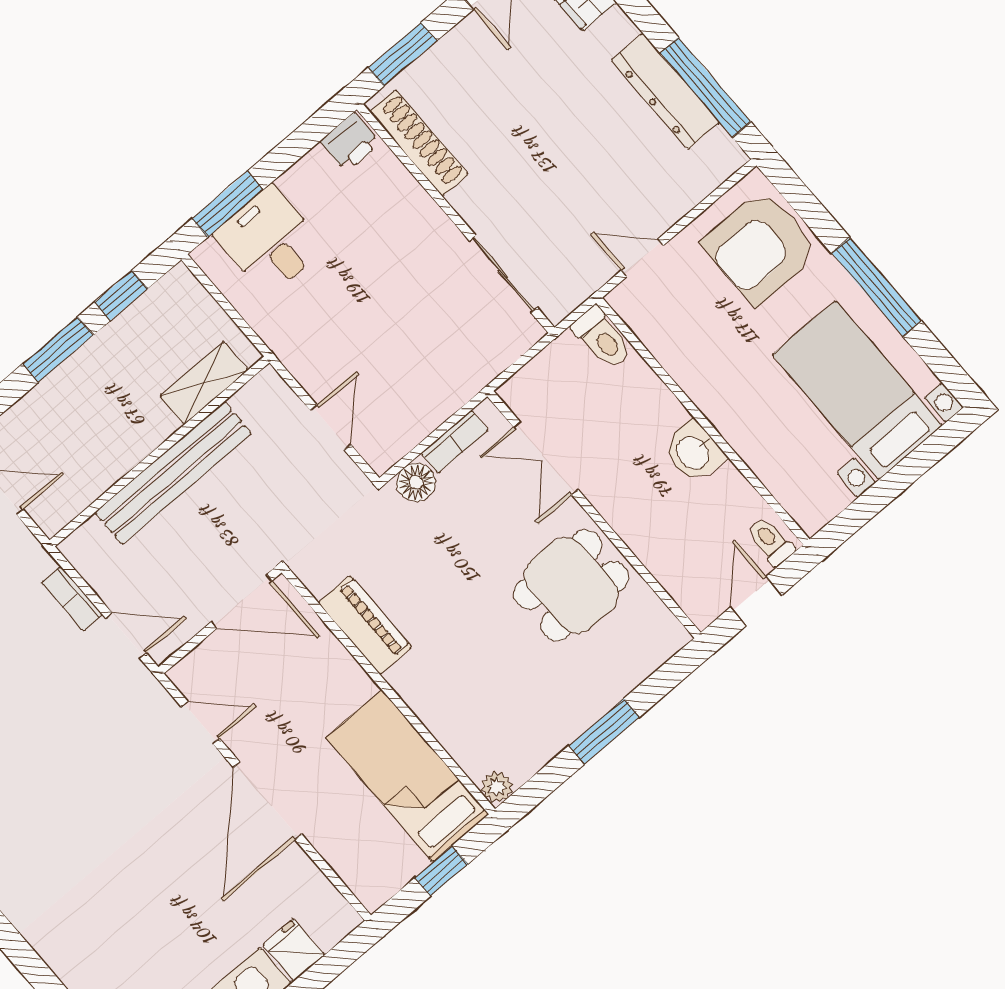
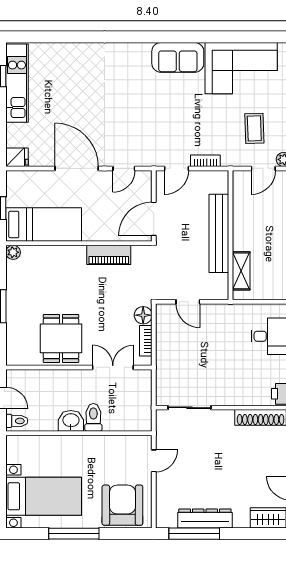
toilet: (602, 338) -> (93, 417), moved, turned 90
fridge: (294, 950) -> (17, 157), moved

